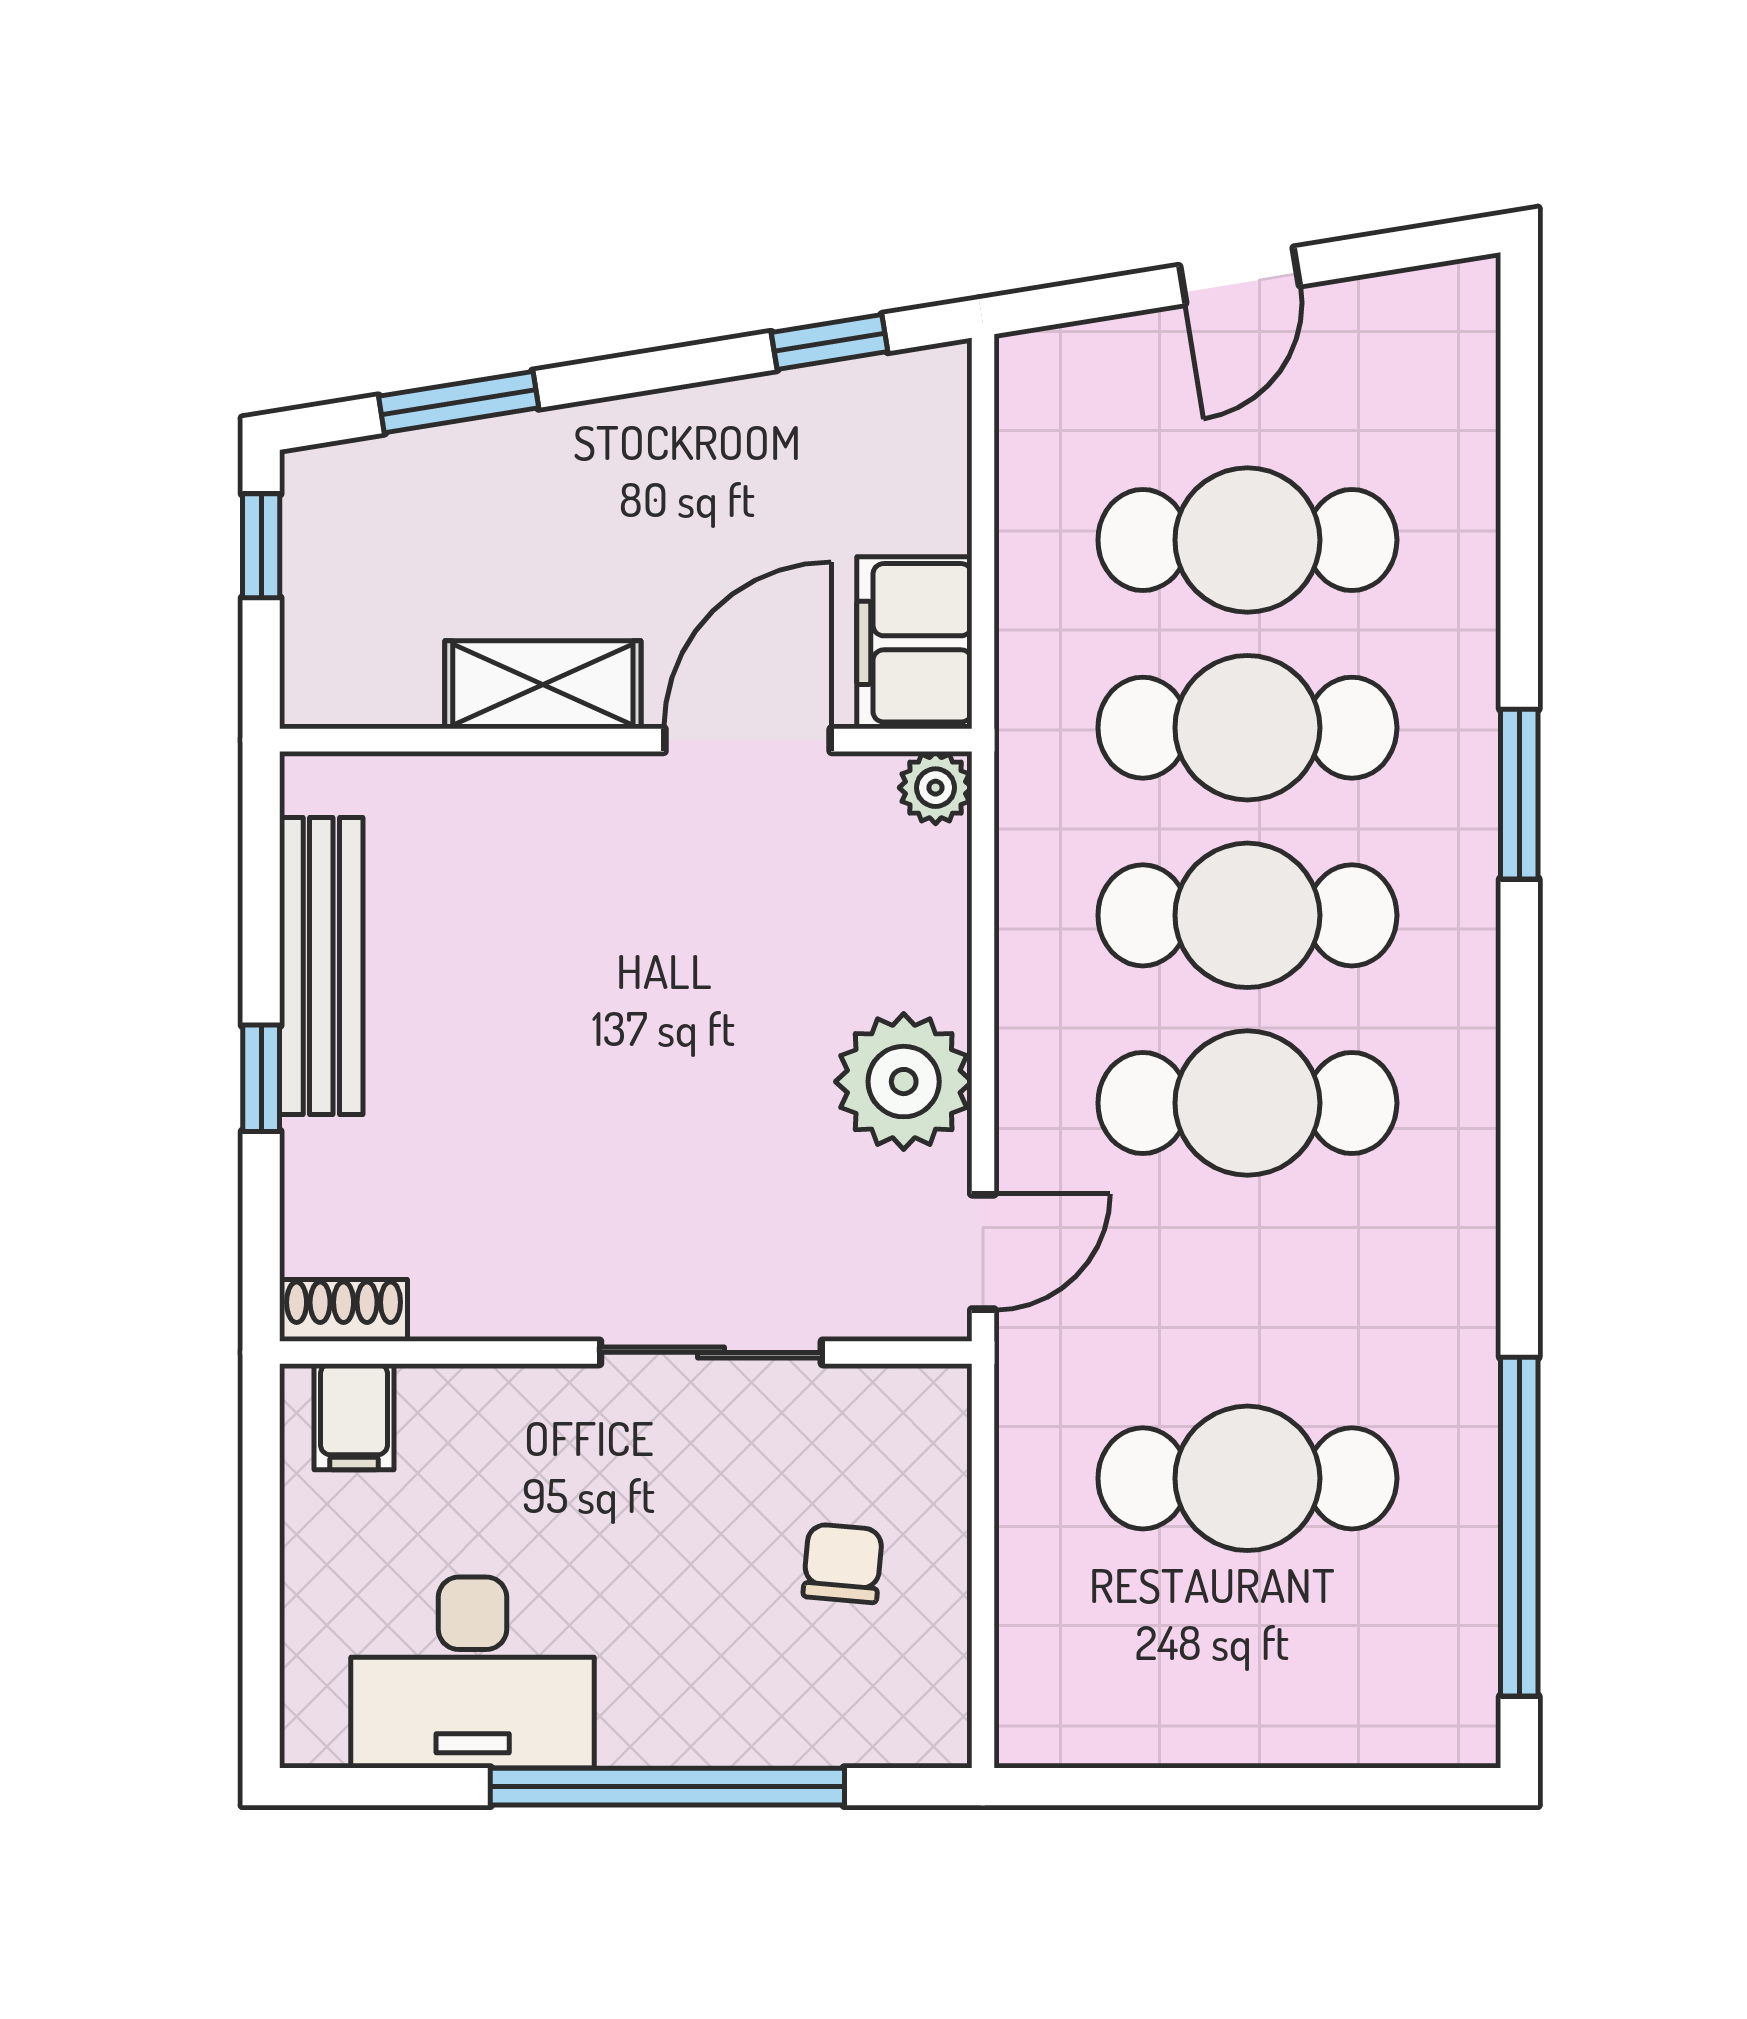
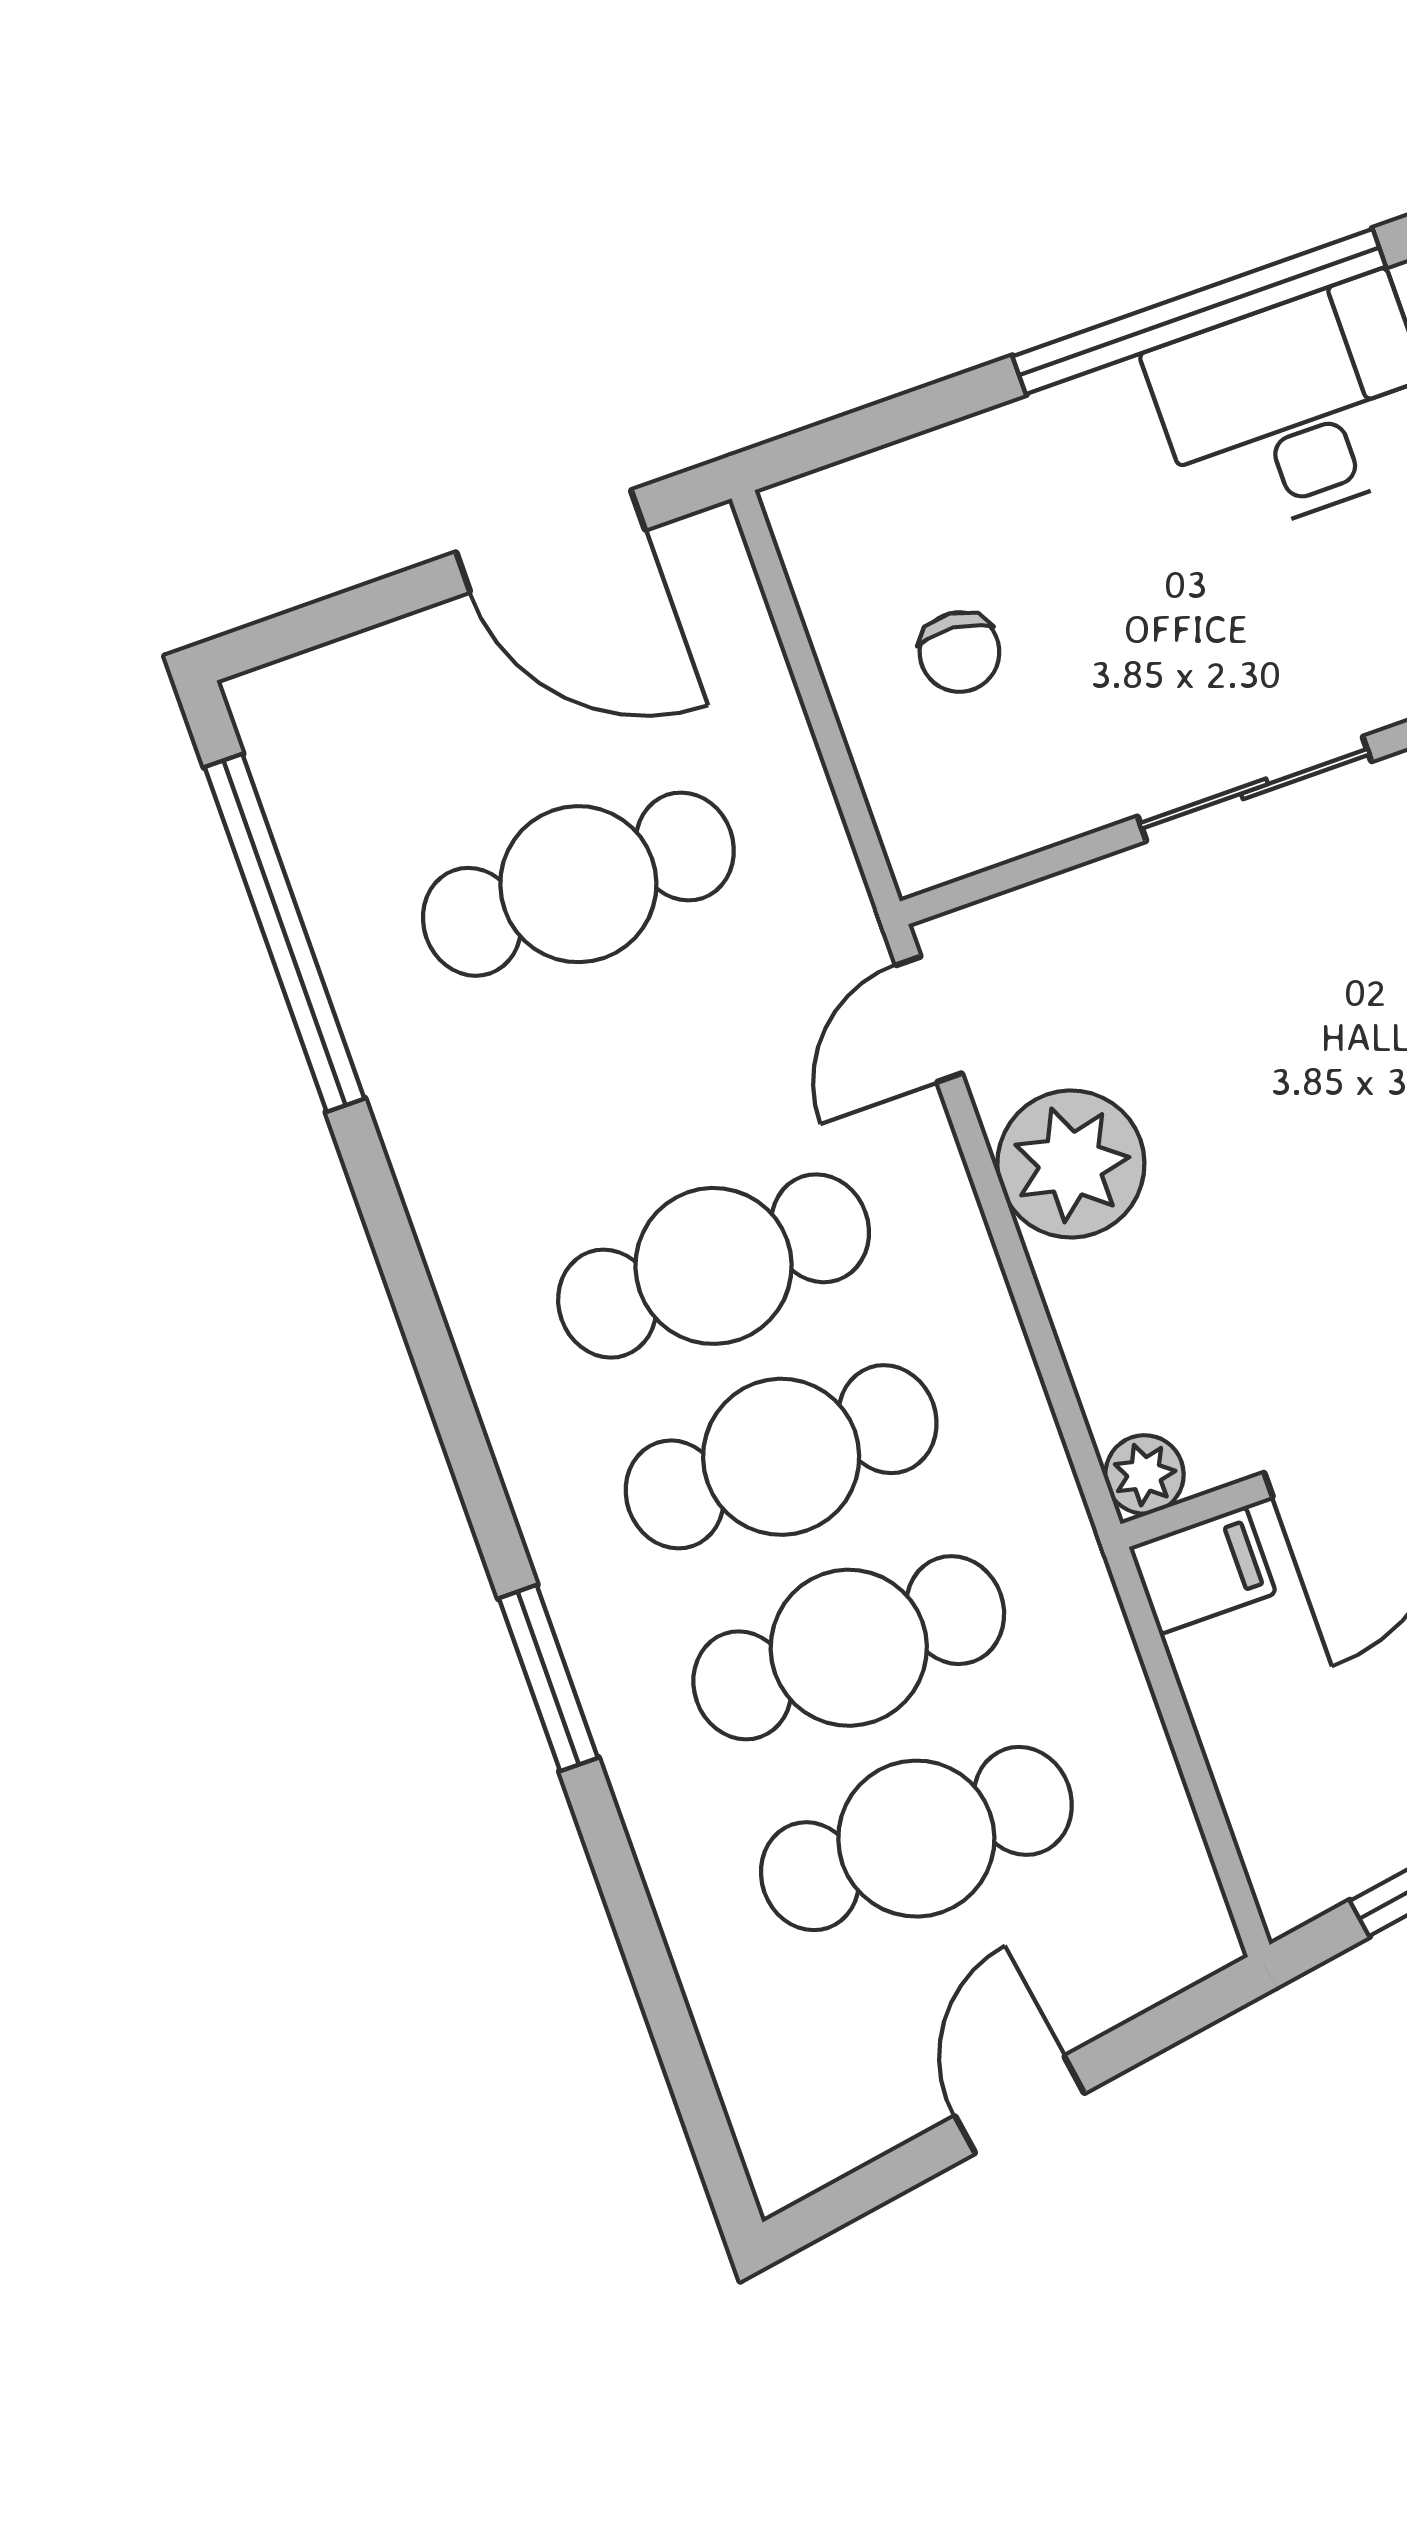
filing cabinet: (914, 643) -> (1203, 1570), width x0.50
sliding door: (711, 1352) -> (1254, 789), moved
window: (667, 1787) -> (1199, 311), moved
door: (1166, 1787) -> (551, 541), added

